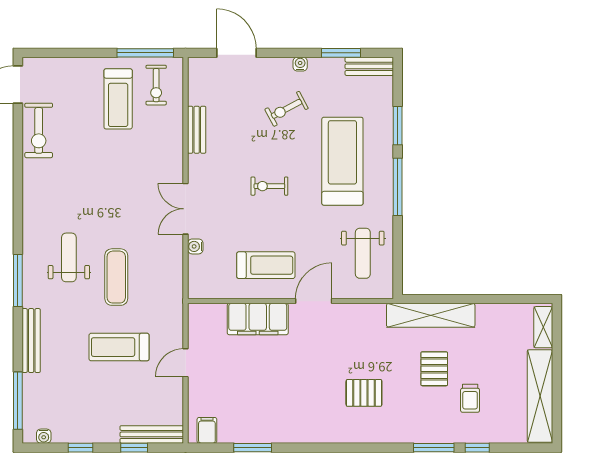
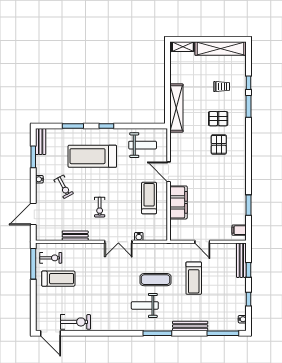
exercise bike: (269, 186) -> (100, 207), moved
window: (398, 187) -> (106, 126), width x0.46
pallet: (434, 369) -> (218, 119), moved

